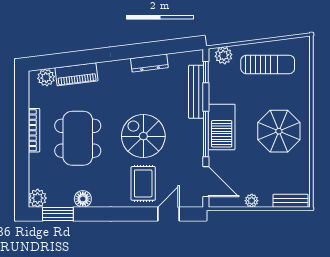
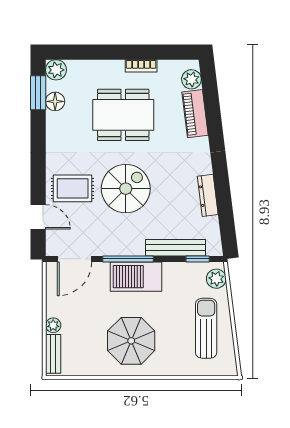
sun lounger: (268, 64) -> (206, 328), turned 180
bookcase: (34, 130) -> (141, 66), width x0.64
floor lamp: (83, 199) -> (55, 101), moved
plant: (252, 201) -> (53, 325), moved

